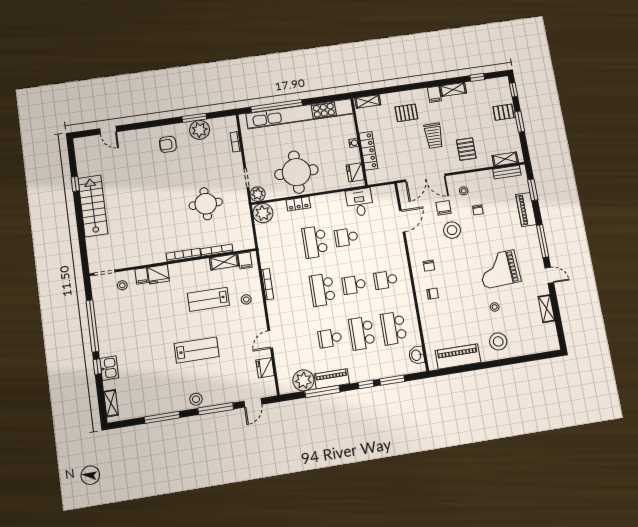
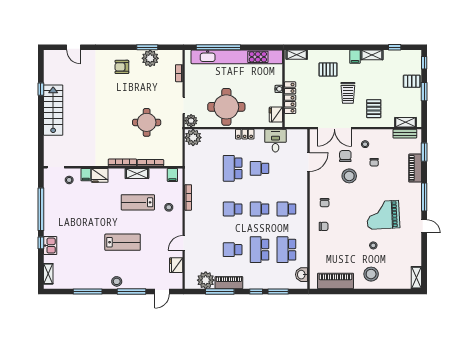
locker: (298, 204) -> (245, 134), moved
shelving: (224, 262) -> (137, 173), moved
school desk: (322, 290) -> (233, 209), width x0.54
shelving: (546, 309) -> (416, 278), moved

